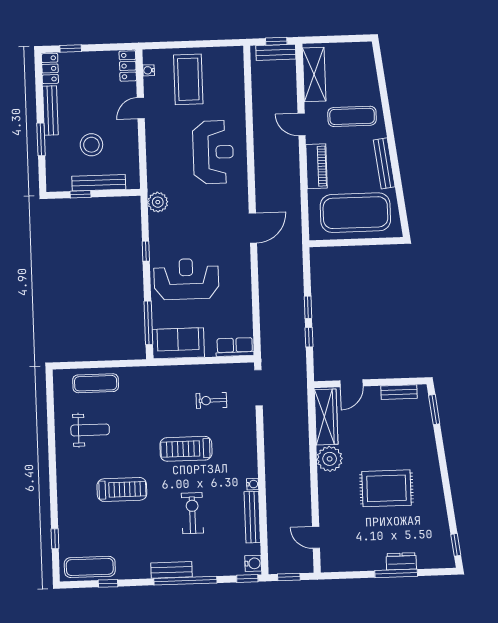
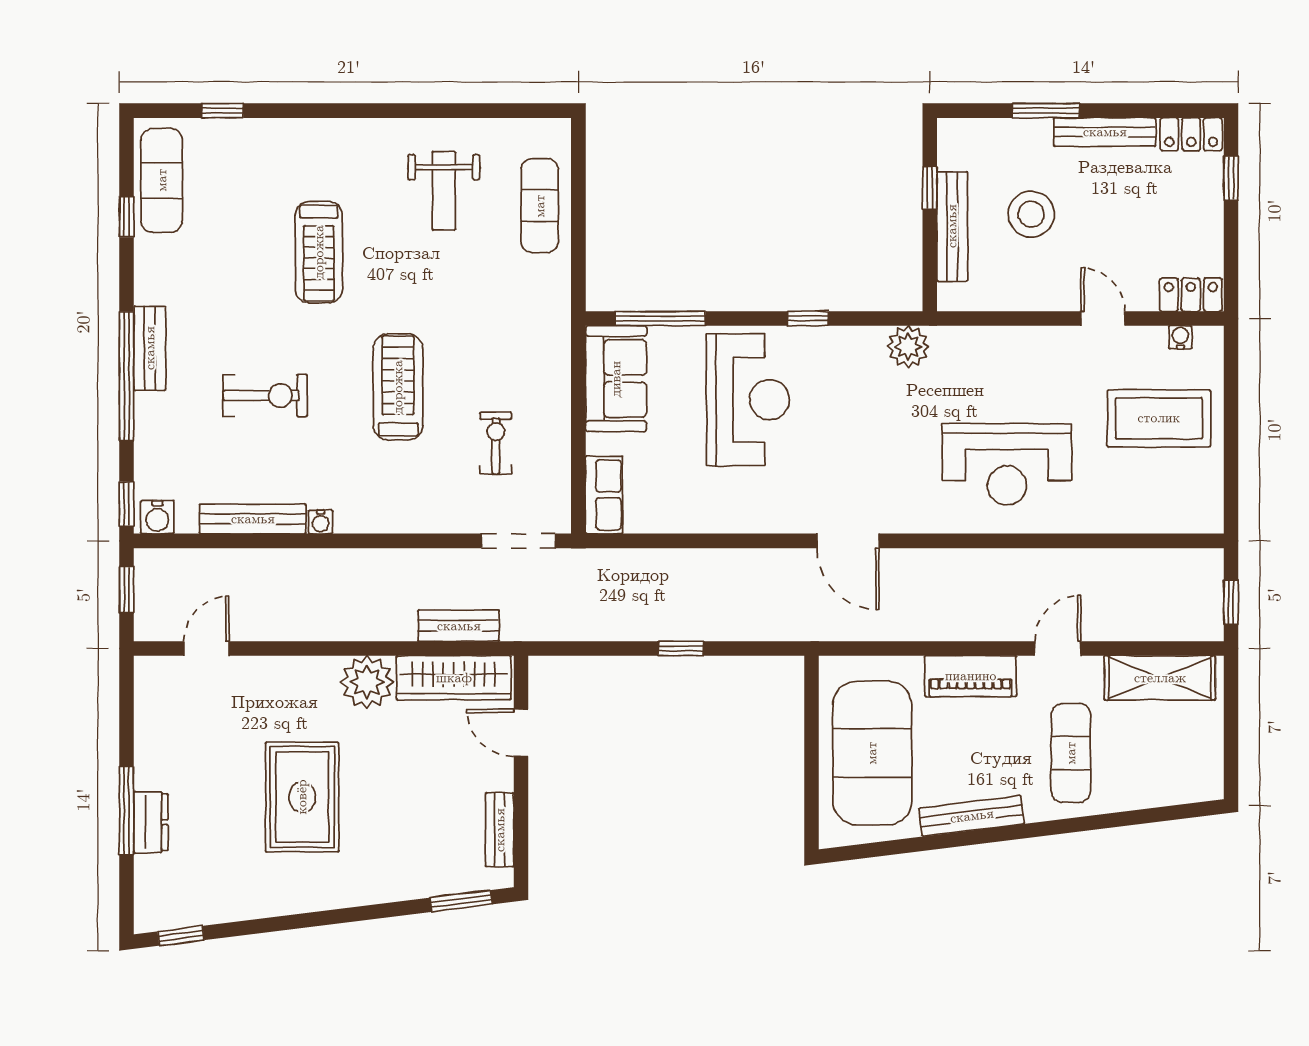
bench: (276, 52) -> (459, 626), moved, turned 90
window: (309, 337) -> (619, 648), removed

